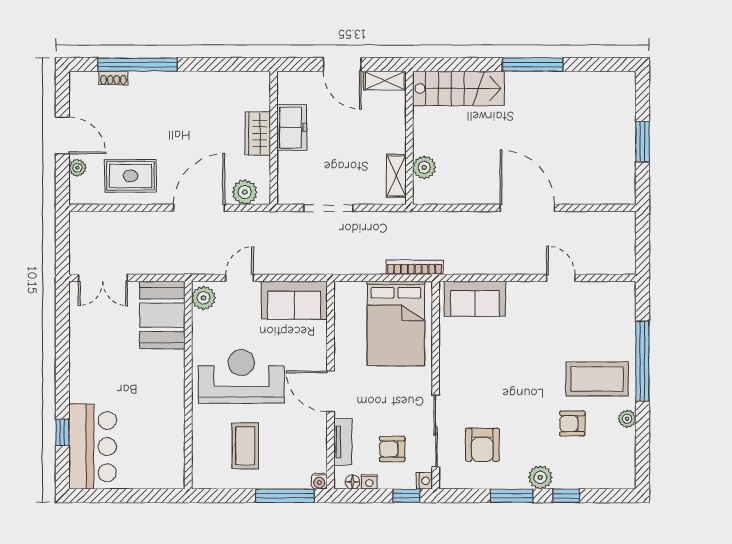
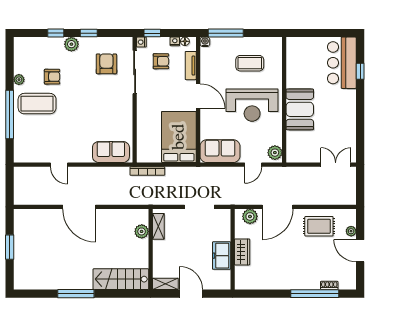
booth: (162, 315) -> (300, 109), moved
bed: (396, 324) -> (179, 137), moved
coffee table: (245, 446) -> (250, 63), turned 90
window: (512, 496) -> (89, 33), width x0.67

